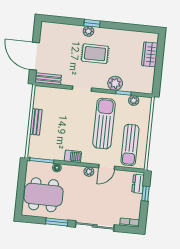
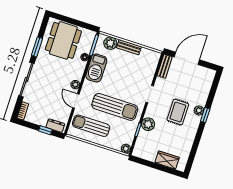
plant: (134, 100) -> (126, 149), moved
plant: (36, 143) -> (110, 43), added
barbecue: (73, 156) -> (96, 68), width x1.88, depth x1.53

